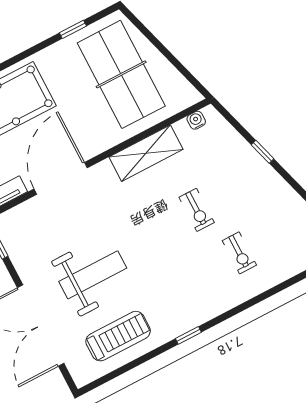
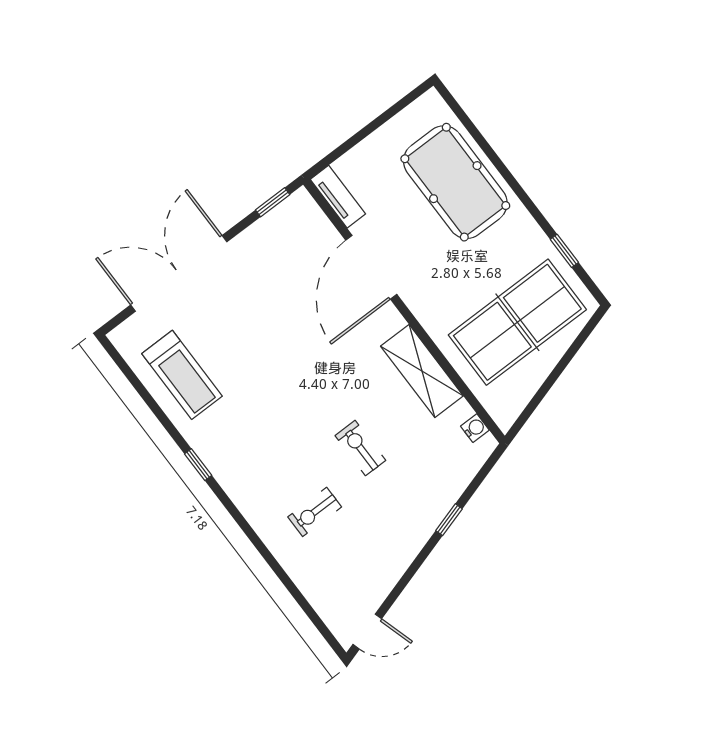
door: (61, 178) -> (371, 267), swing flipped
exercise bike: (197, 210) -> (360, 448), turned 90
weight bench: (93, 275) -> (255, 329), removed

